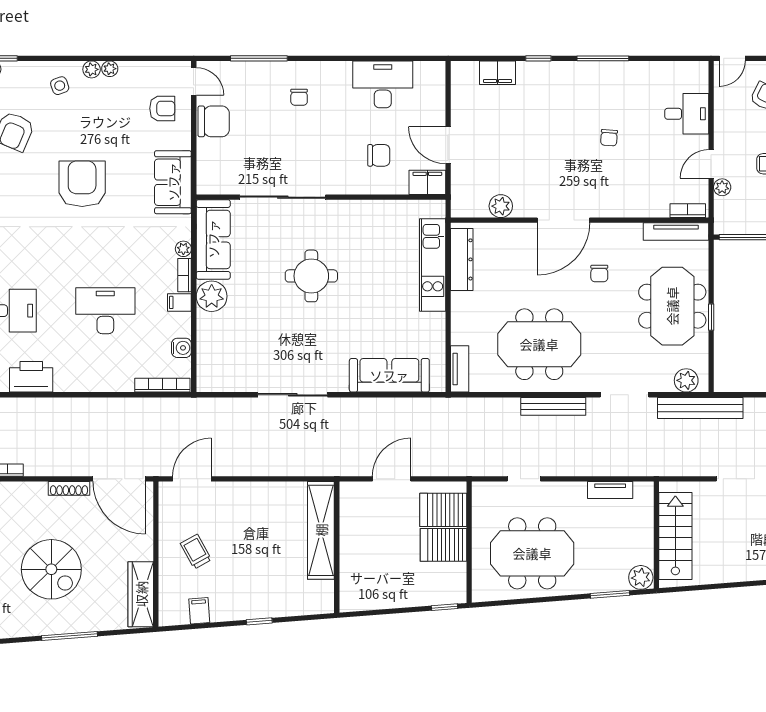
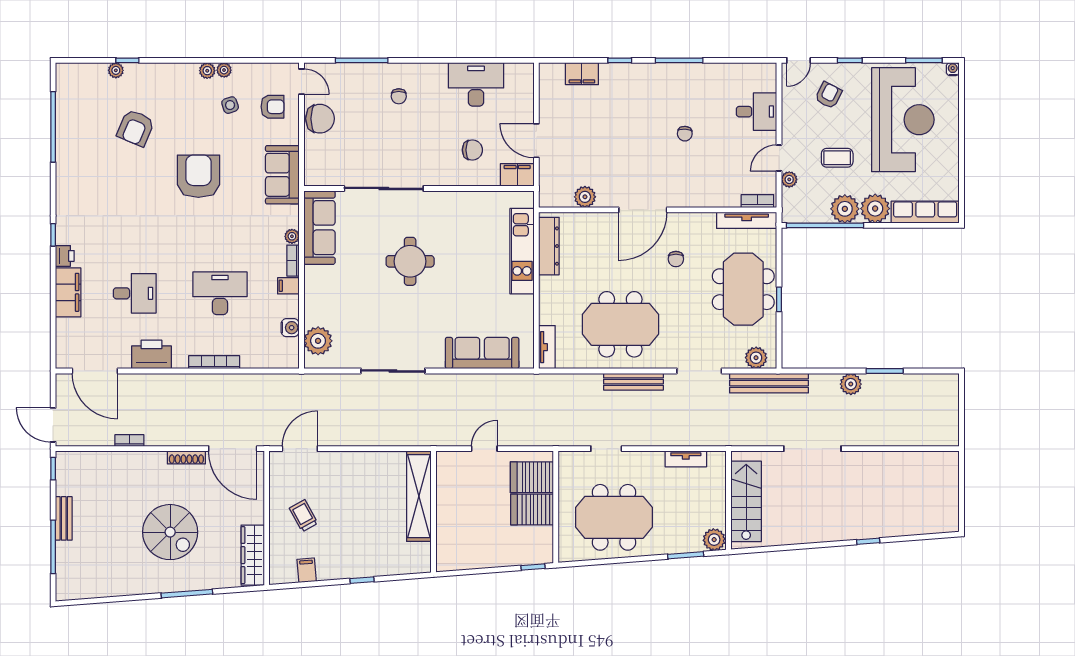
side table: (60, 86) -> (230, 105), moved
plant: (212, 296) -> (318, 341), moved
bookcase: (162, 385) -> (214, 362), moved
door: (392, 479) -> (484, 449), width x0.73

